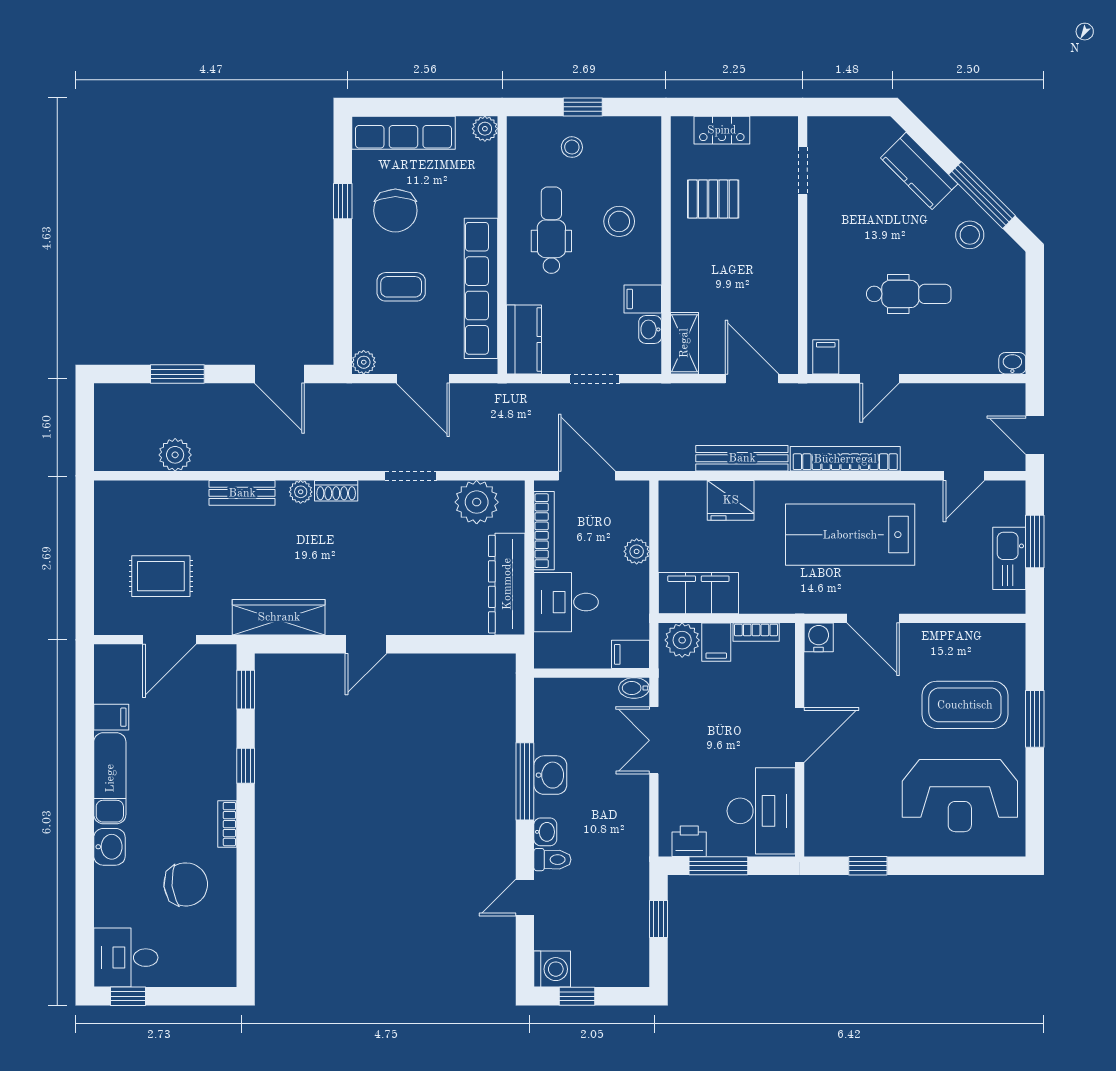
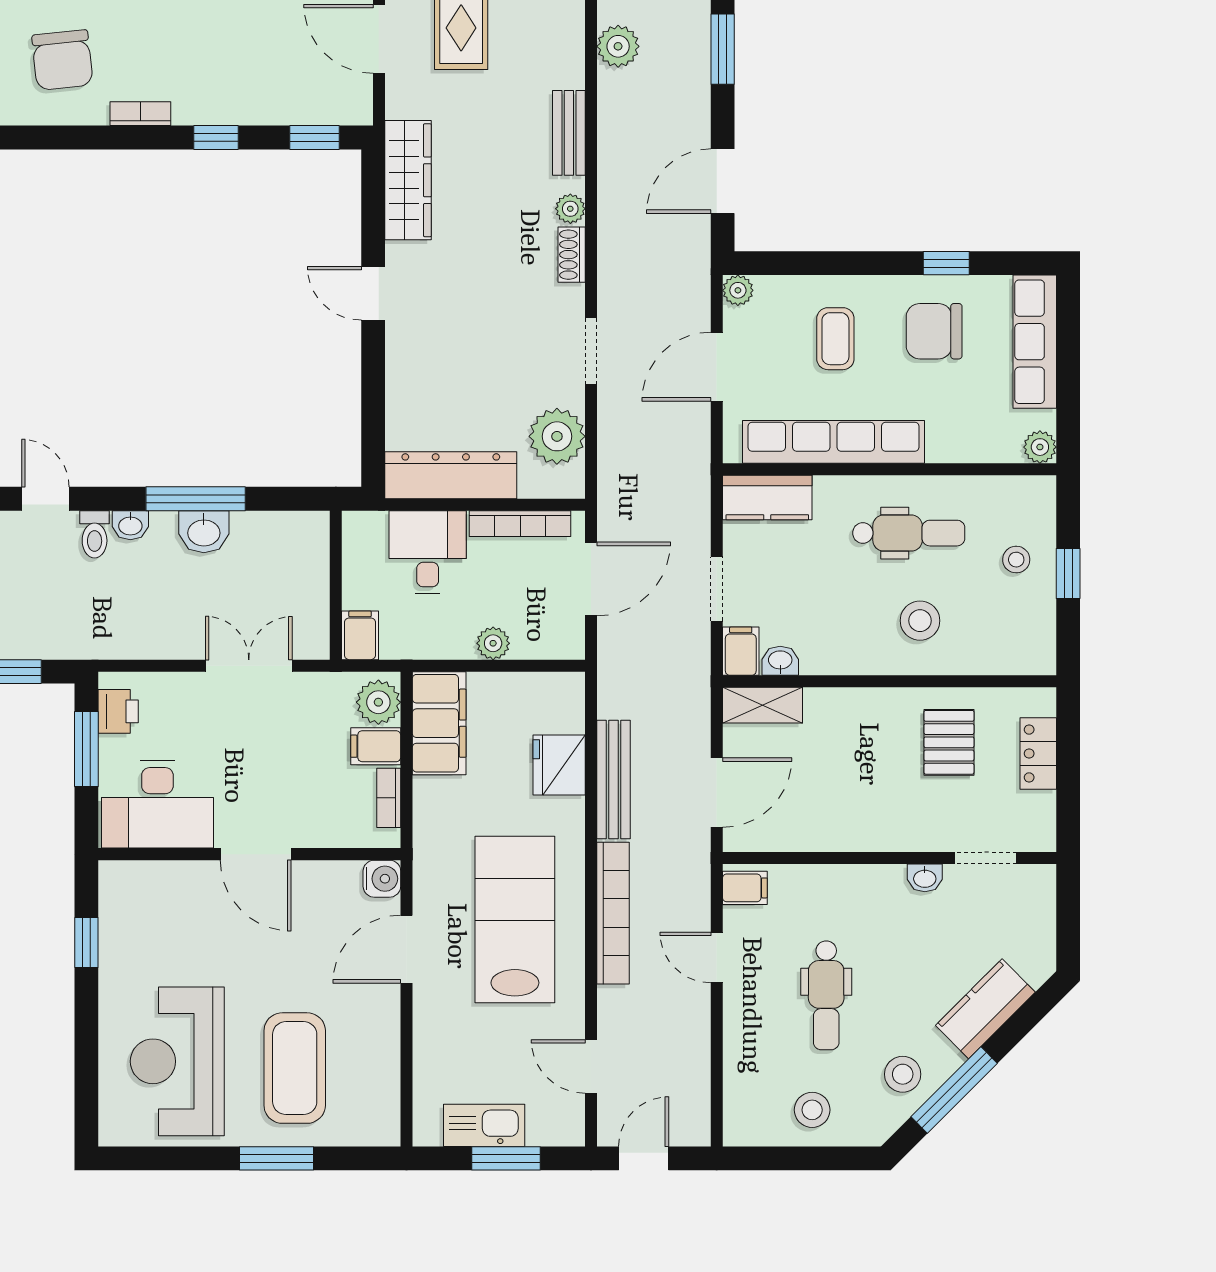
filing cabinet: (643, 299) -> (741, 651), moved
stool: (997, 305) -> (812, 1110), added
washbasin: (1012, 363) -> (925, 878), moved, turned 90
bidet: (634, 688) -> (316, 640), removed

